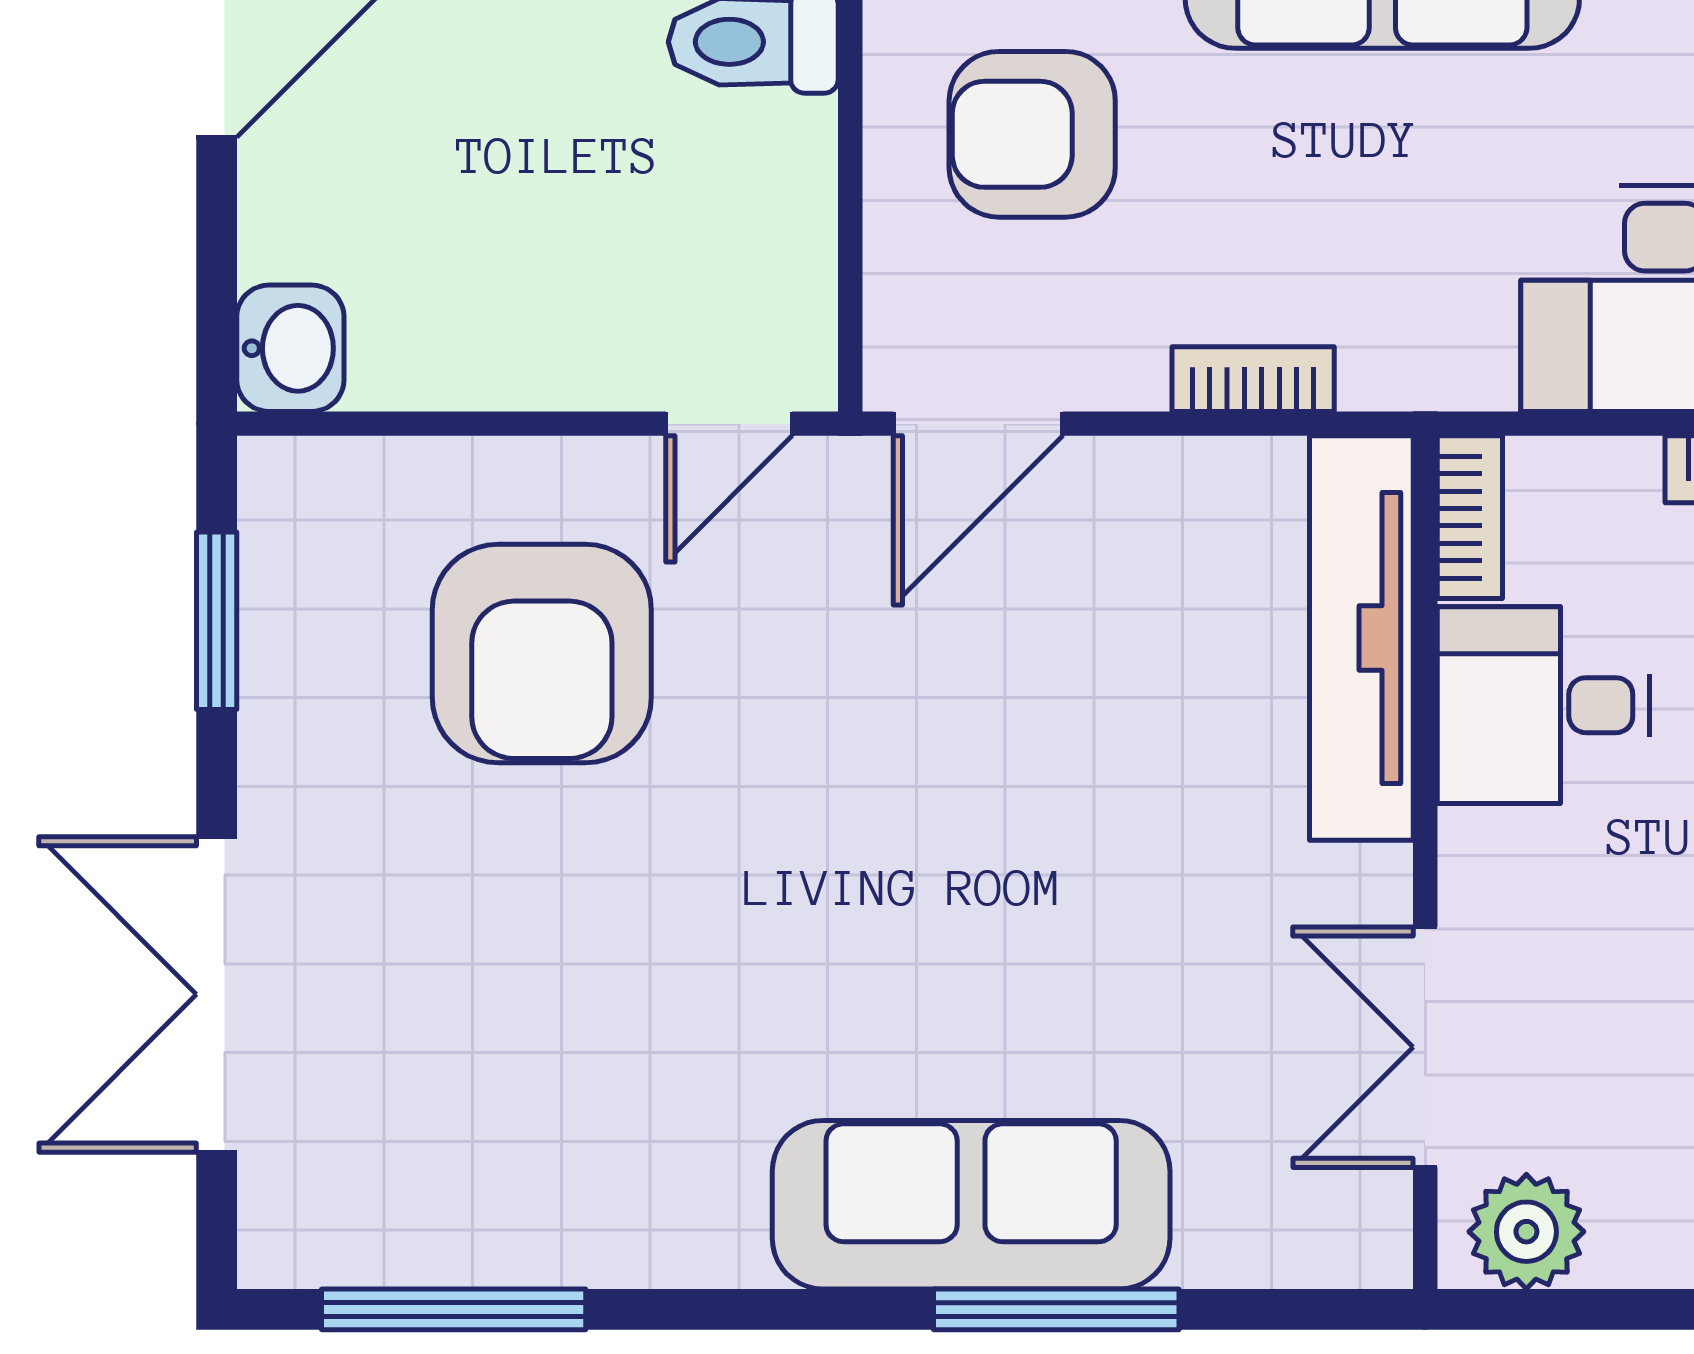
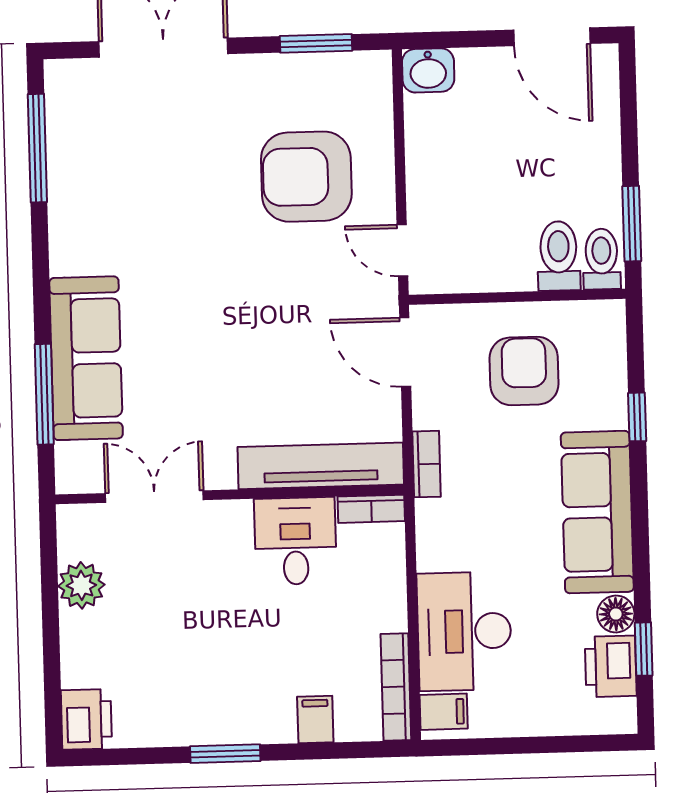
bookcase: (1470, 517) -> (371, 509), moved
tv unit: (1361, 638) -> (321, 466), moved
desk: (1543, 705) -> (295, 541), moved
wall: (1425, 862) -> (230, 494), moved
double door: (1425, 1047) -> (154, 497), moved

